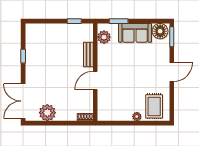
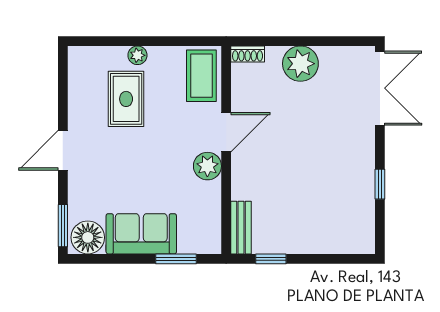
plant: (104, 37) -> (207, 166), moved
bench: (88, 55) -> (241, 228), moved
rug: (154, 106) -> (126, 99), moved
coffee table: (107, 107) -> (201, 76), added
plant: (47, 113) -> (300, 64), moved

